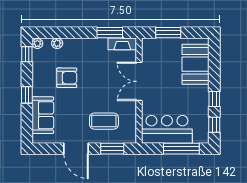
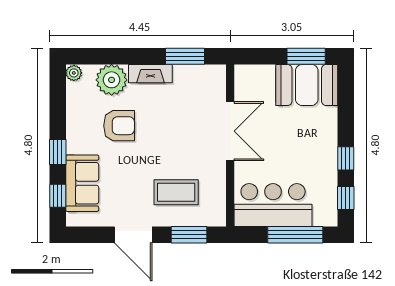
window: (168, 33) -> (306, 56), moved
plant: (57, 43) -> (112, 80), width x1.88, depth x1.88
fireplace: (122, 44) -> (150, 74), moved
window: (27, 54) -> (58, 196), moved
booth: (196, 64) -> (307, 85), moved, turned 90
double door: (139, 81) -> (230, 131), swing flipped

